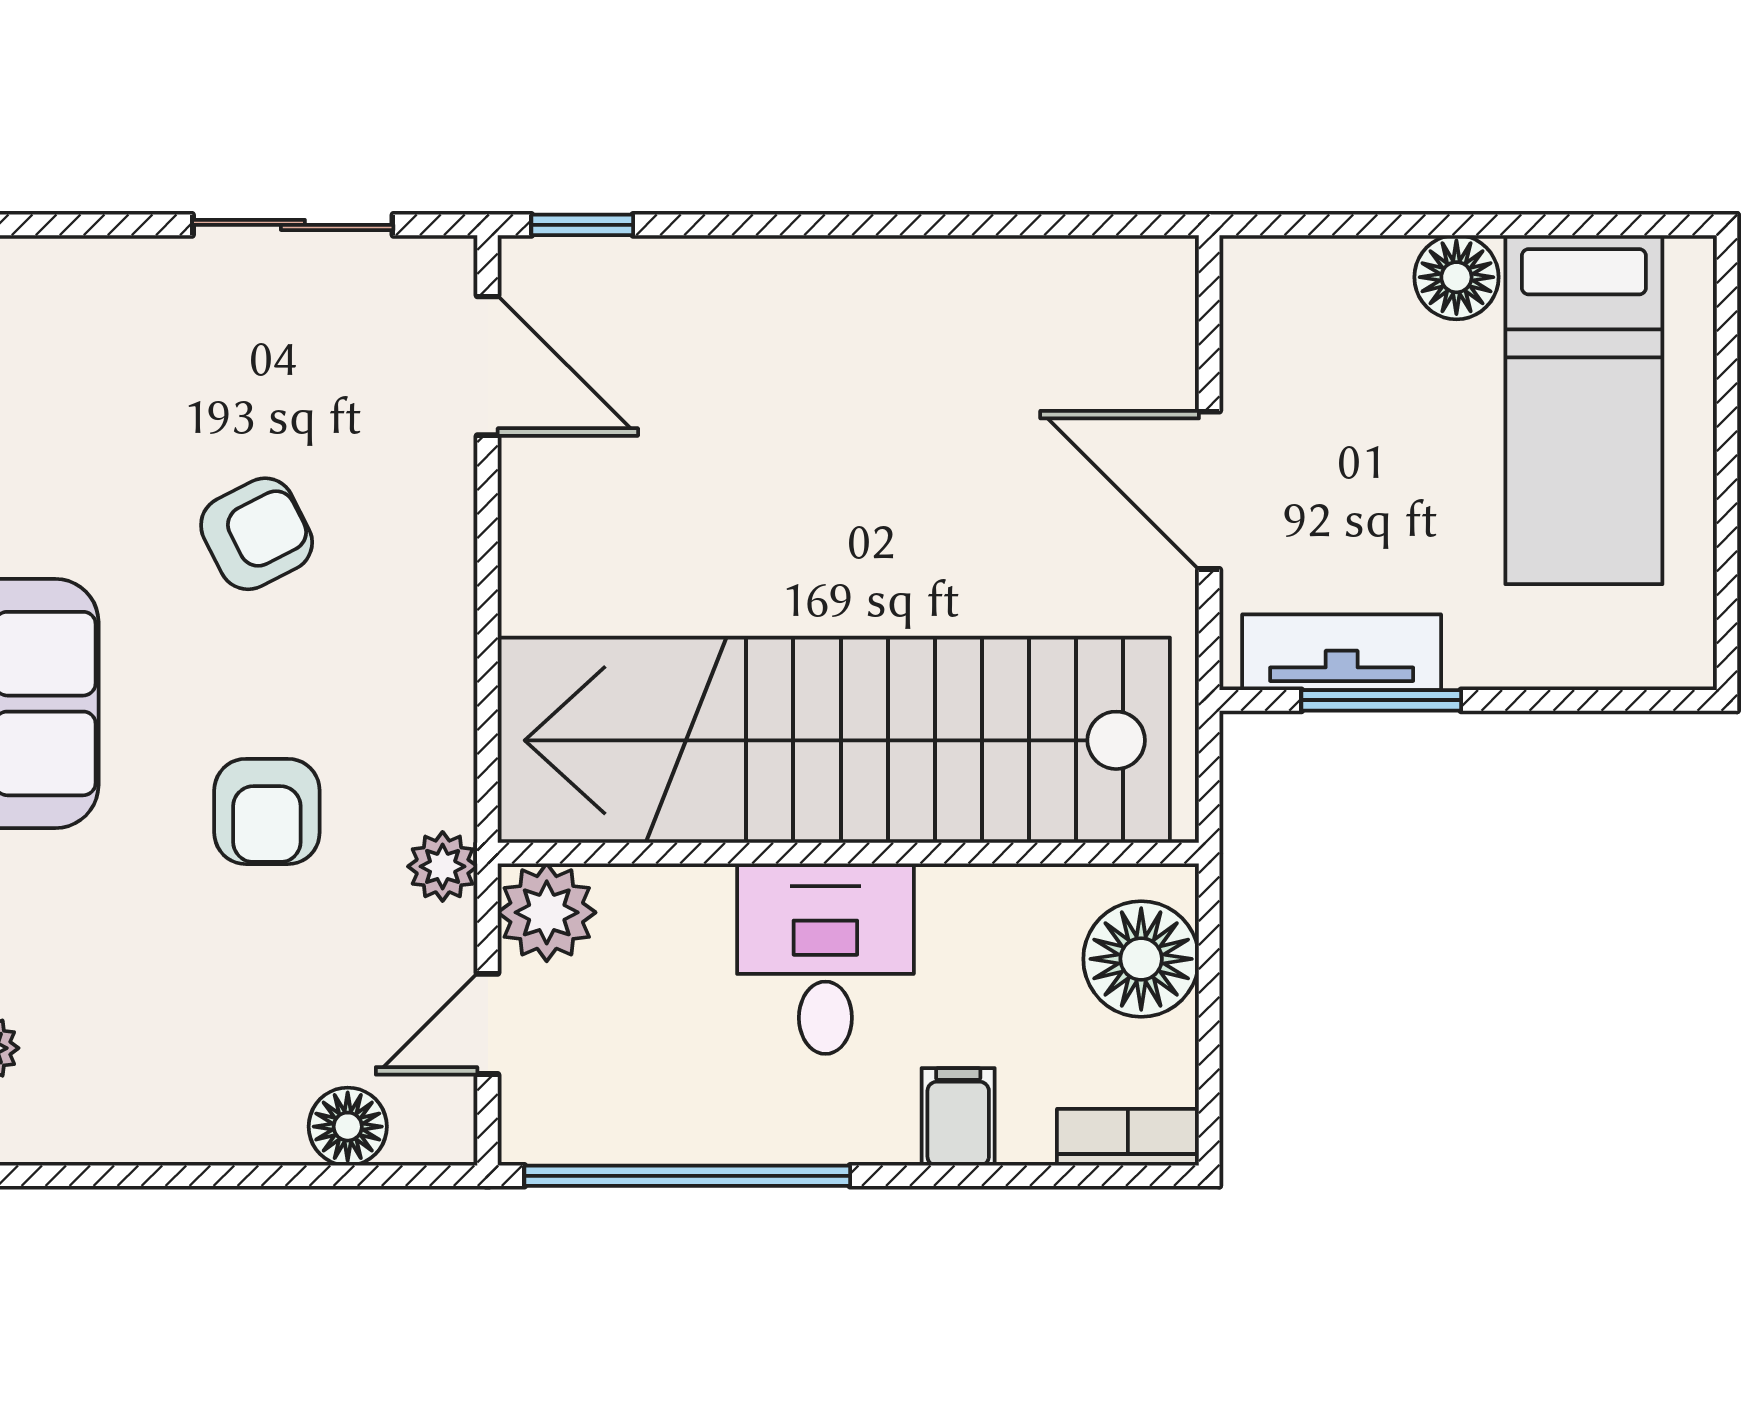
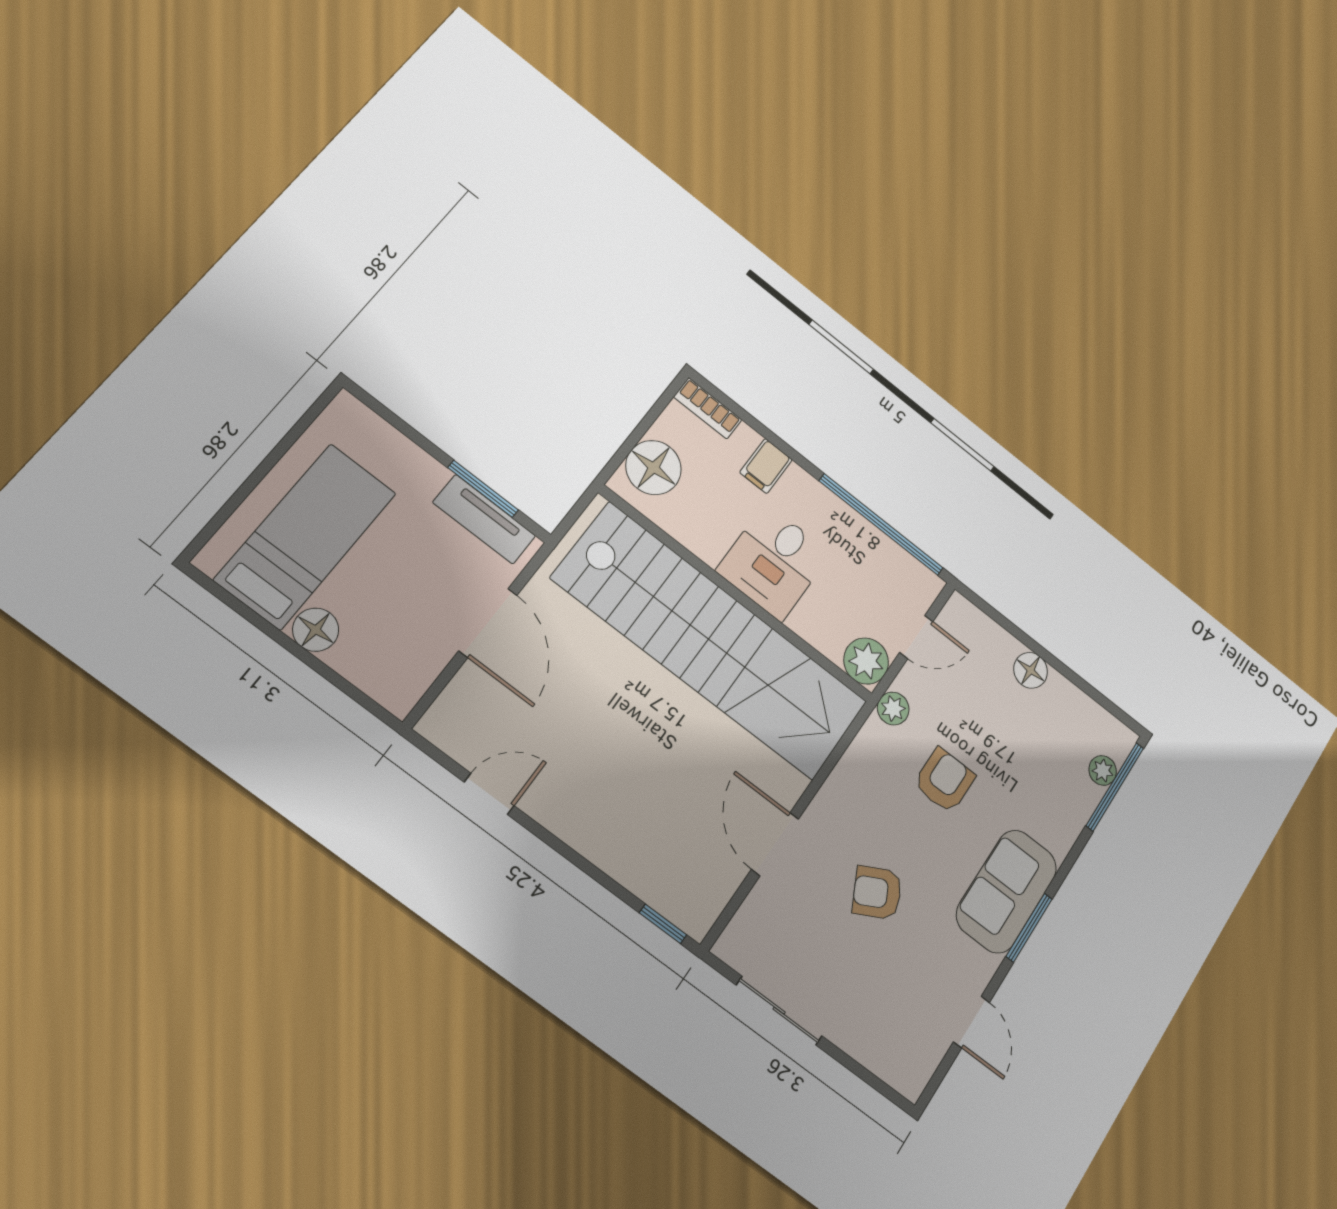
door: (1005, 225) -> (489, 794), added
door: (488, 366) -> (775, 844), moved
floor lamp: (348, 1127) -> (1031, 670), moved

